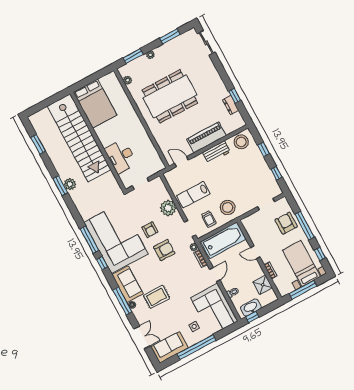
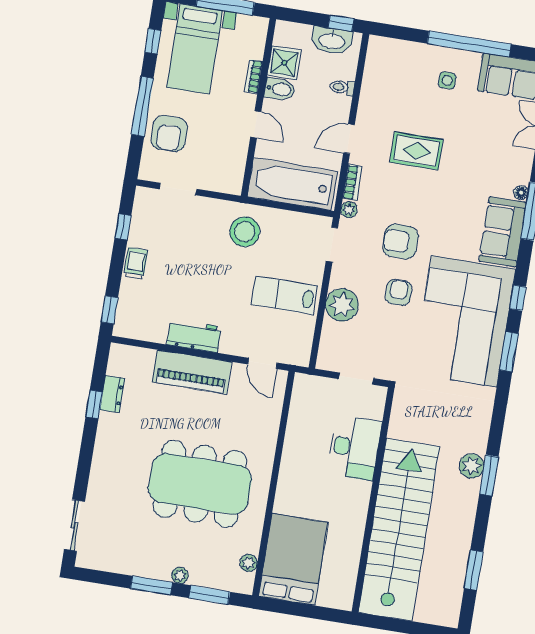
window: (170, 36) -> (152, 586), moved
bed: (95, 104) -> (293, 559), moved
stool: (241, 142) -> (141, 321), removed
window: (264, 150) -> (109, 310), moved
lab bench: (193, 195) -> (284, 295), turned 180
trolley: (209, 219) -> (136, 263), moved
window: (89, 240) -> (509, 352), width x0.69
bidet: (256, 273) -> (280, 89), added
rug: (156, 297) -> (416, 151), moved
corner sofa: (214, 309) -> (393, 83), removed

